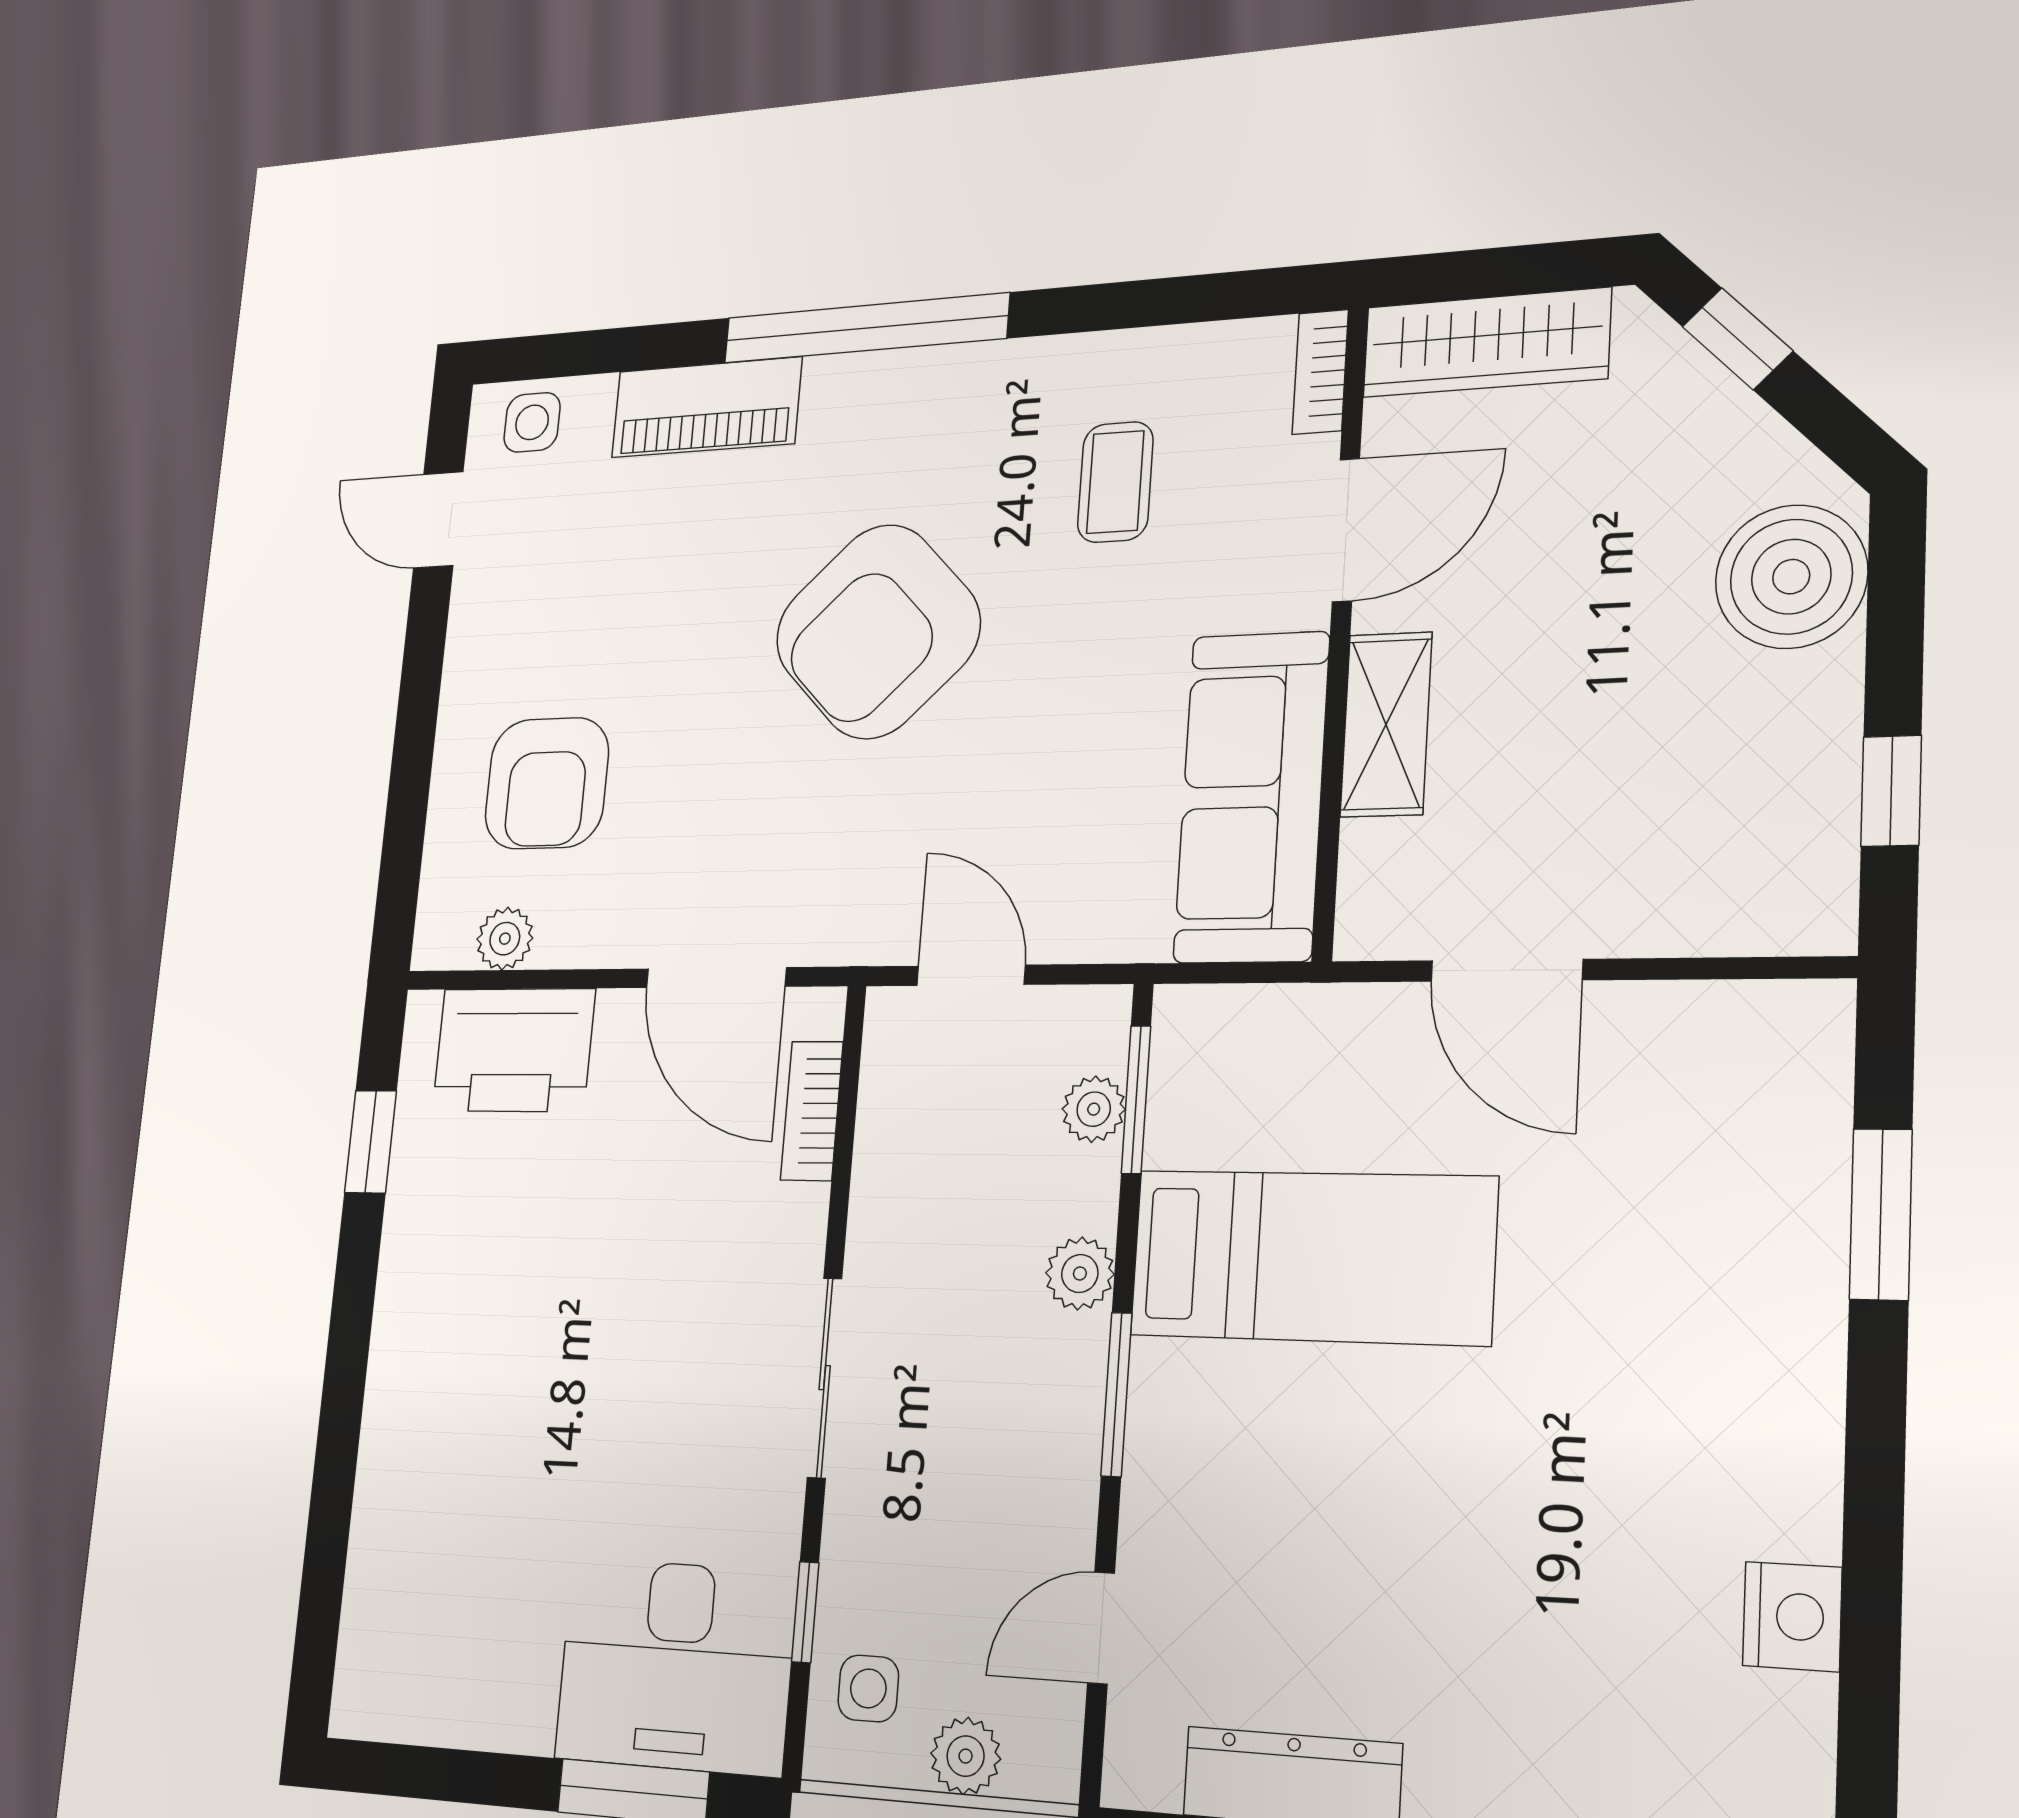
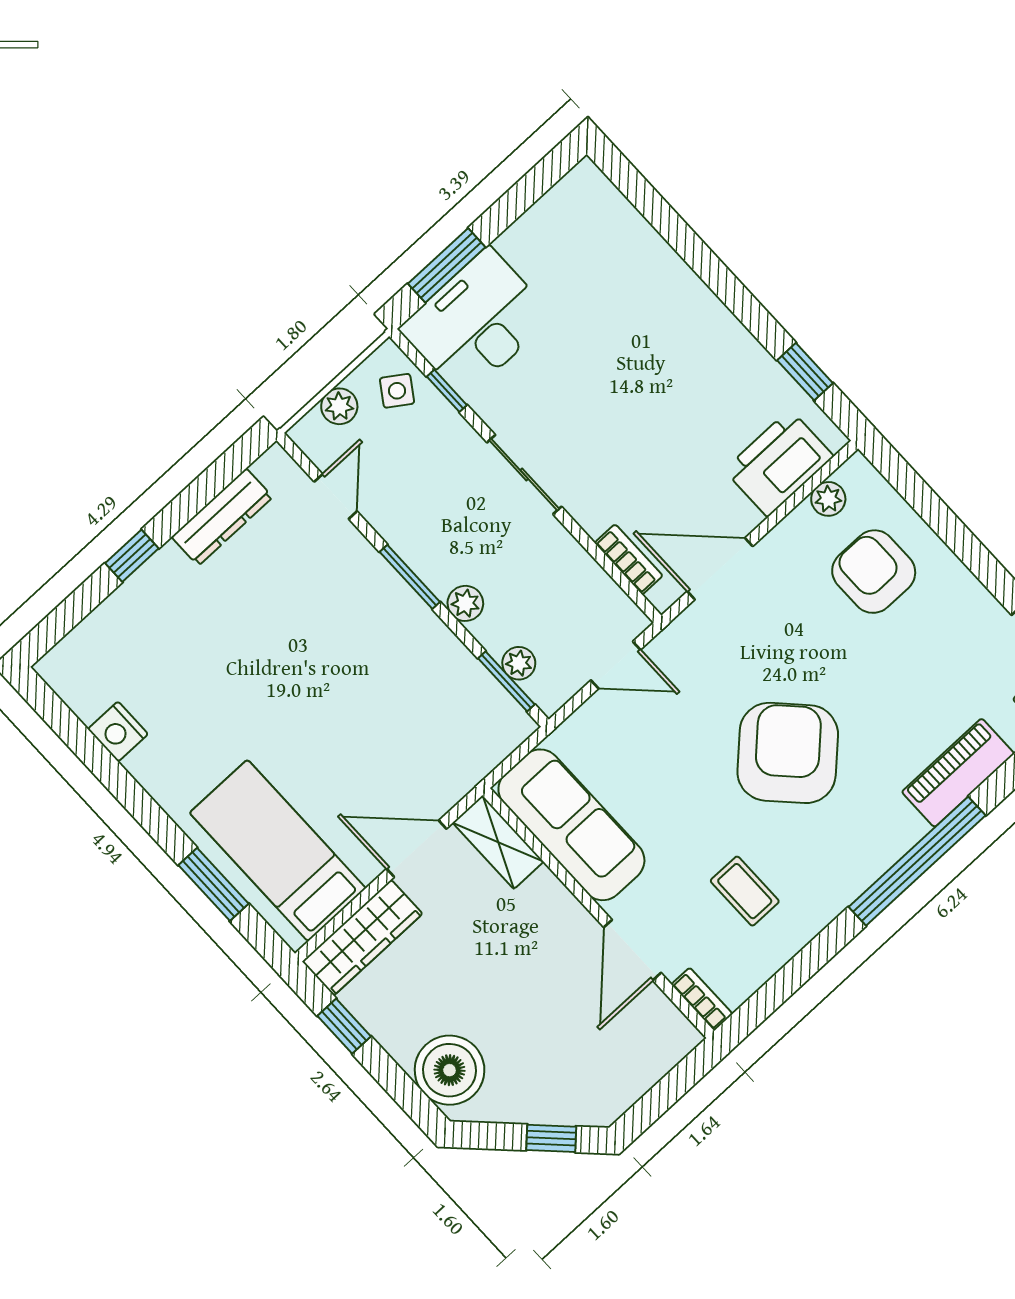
wardrobe: (1486, 343) -> (362, 938), moved, turned 180
shelving: (1386, 724) -> (498, 842), moved
bed: (1312, 1257) -> (278, 851), moved, turned 90
side table: (868, 1688) -> (397, 391), turned 34

